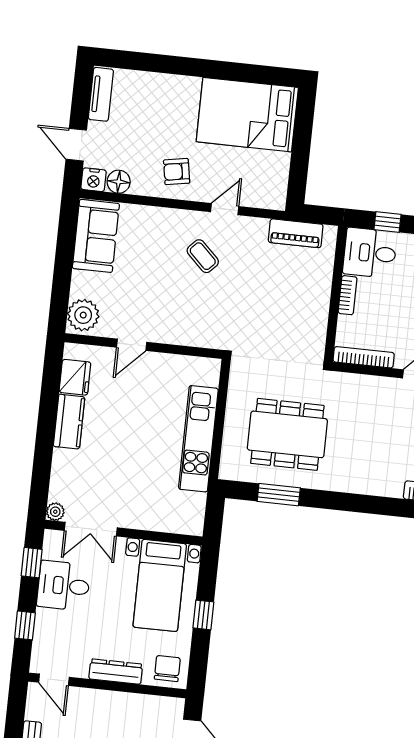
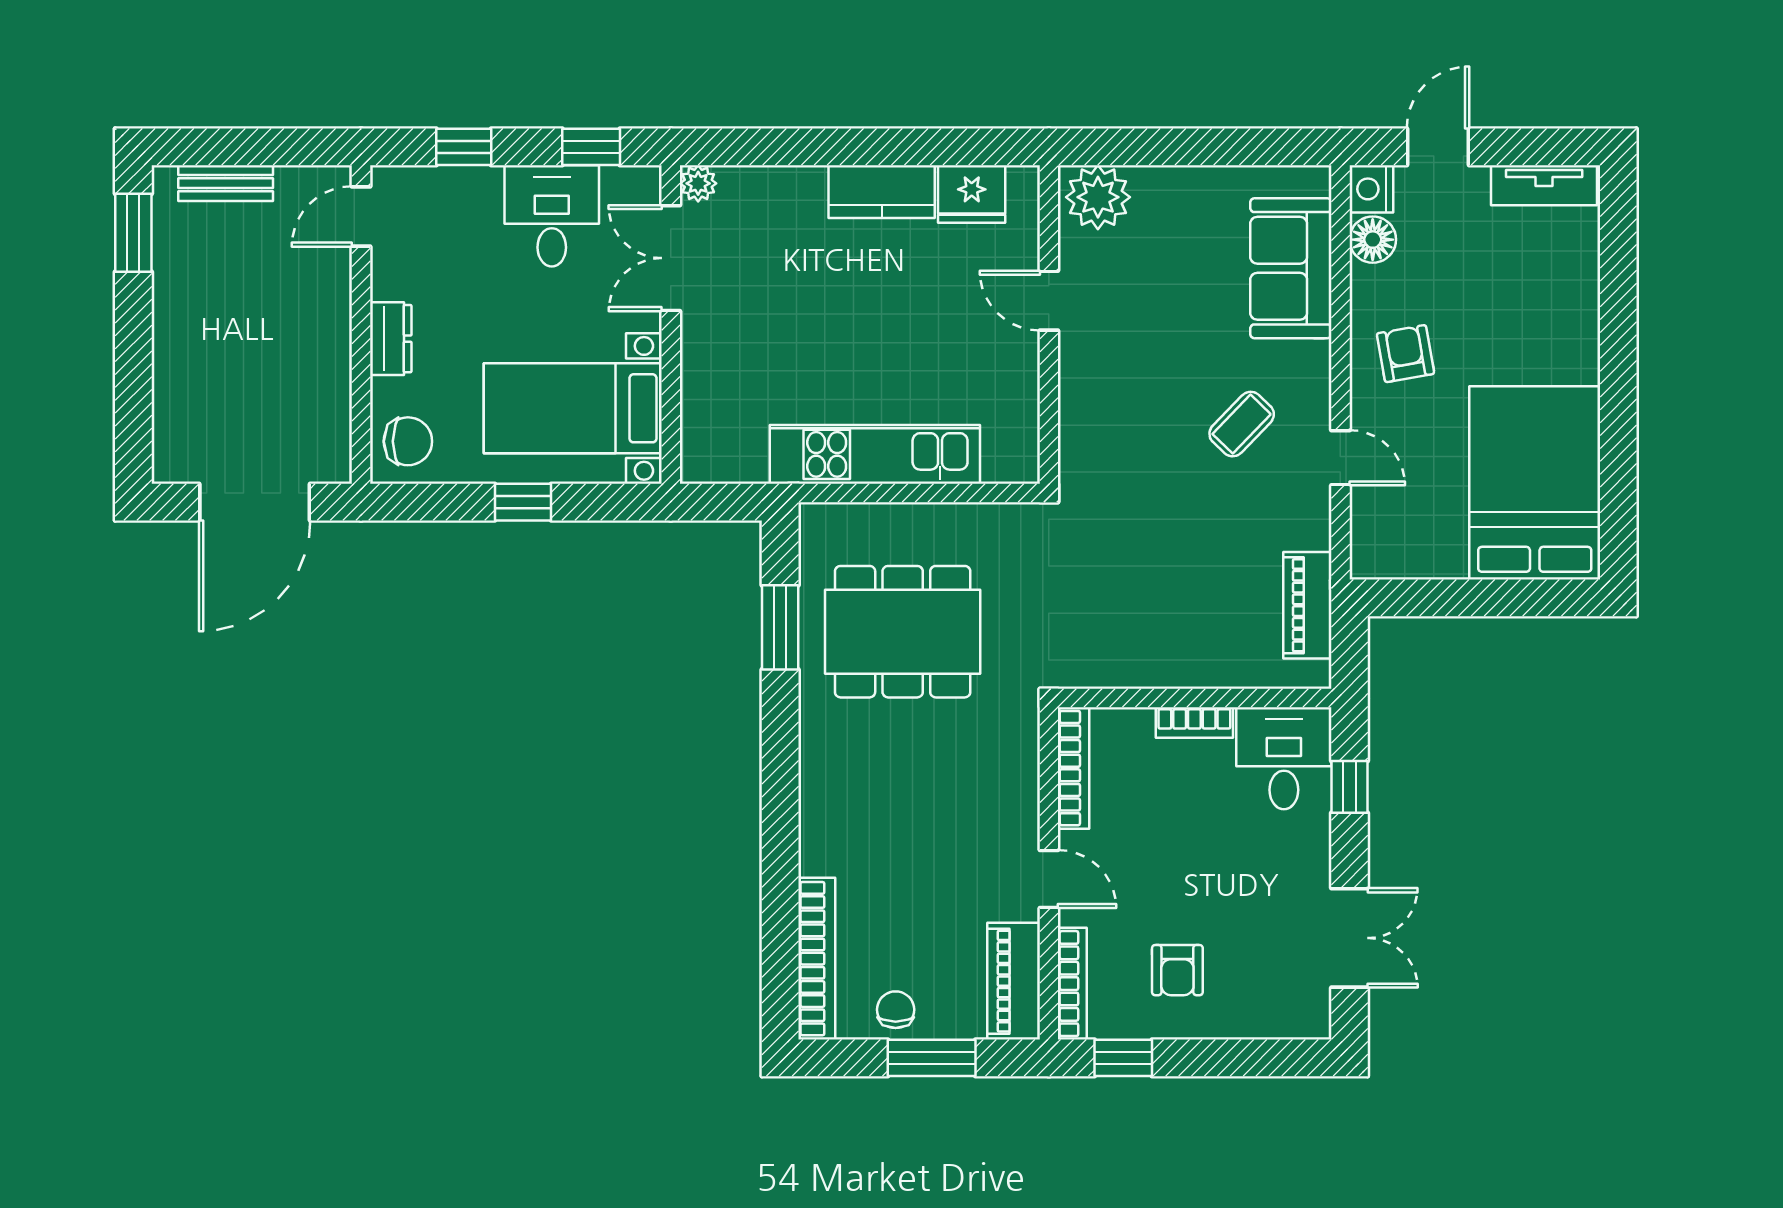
sofa: (96, 236) -> (1291, 268), moved, turned 90
dining table: (287, 434) -> (903, 632), turned 90
dresser: (116, 672) -> (391, 339), width x0.70

